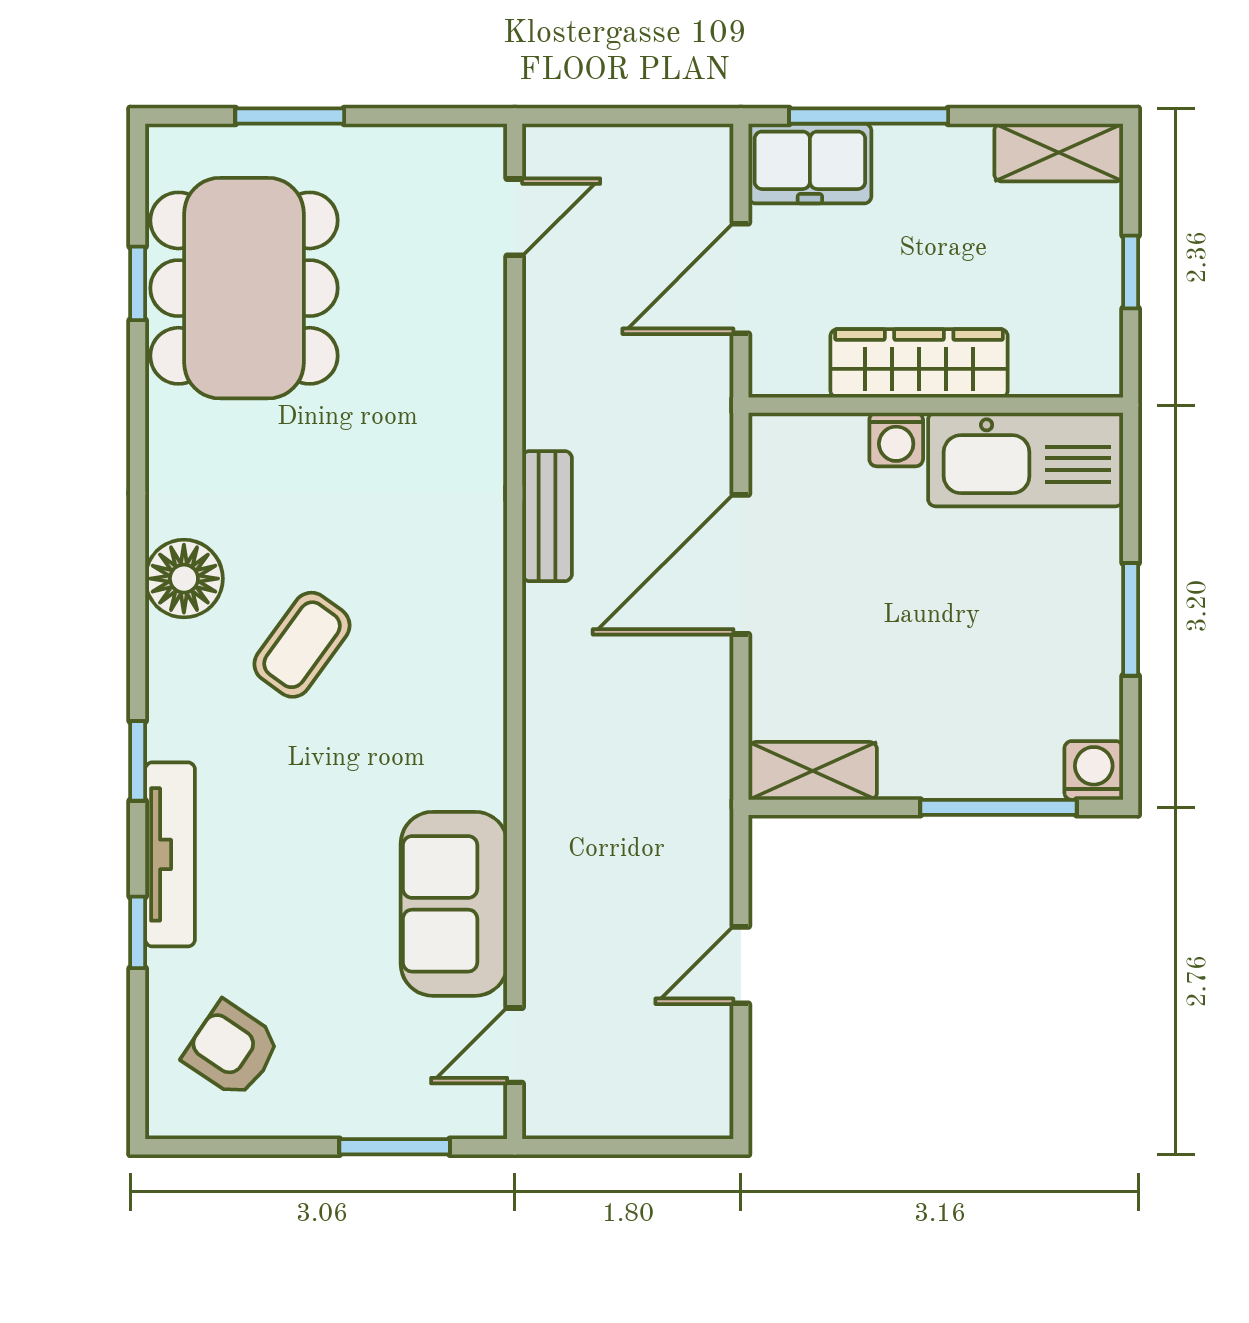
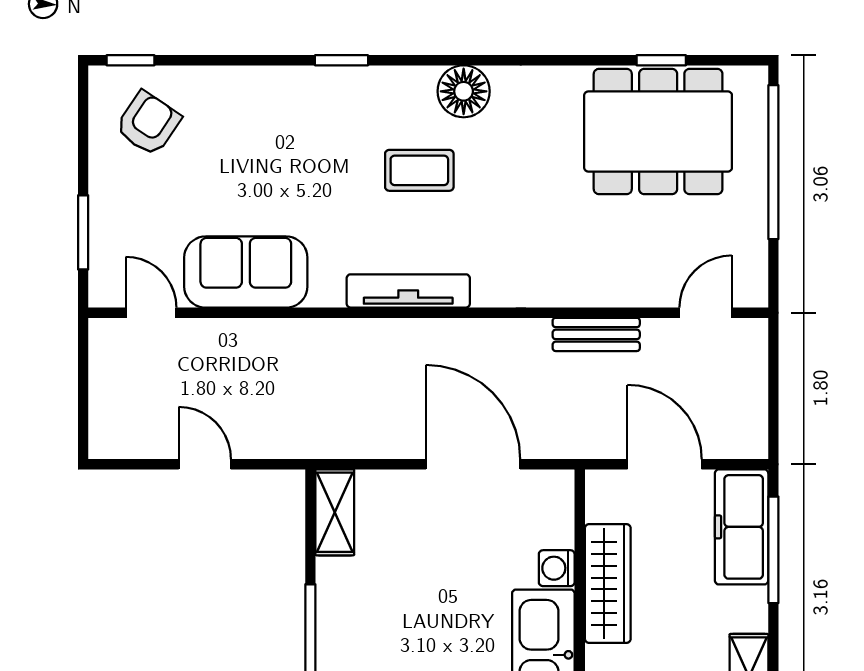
window: (290, 116) -> (773, 162), width x2.11
freezer: (810, 163) -> (742, 527), width x1.40
door: (515, 217) -> (706, 313), swing flipped
bench: (547, 516) -> (596, 334), moved
coffee table: (302, 645) -> (419, 170), turned -36
tv unit: (170, 854) -> (408, 291), moved, turned 180
window: (138, 932) -> (131, 60), moved

